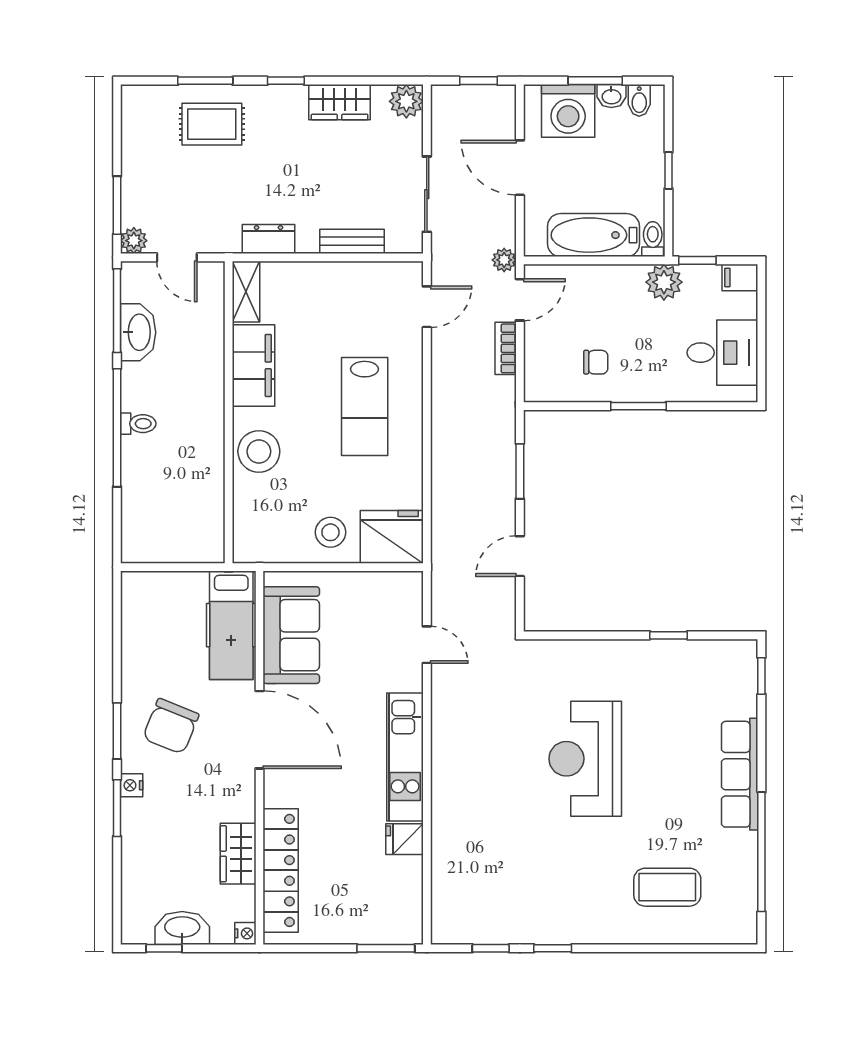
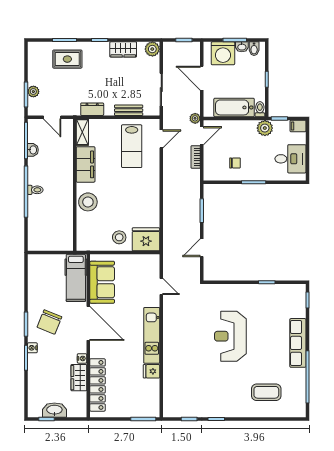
plant: (134, 241) -> (33, 92), moved
washbasin: (138, 332) -> (33, 150), width x0.52, depth x0.69
lab bench: (365, 406) -> (132, 146), moved
nightstand: (245, 933) -> (82, 358), moved

